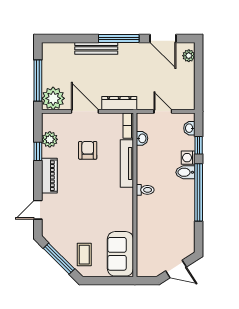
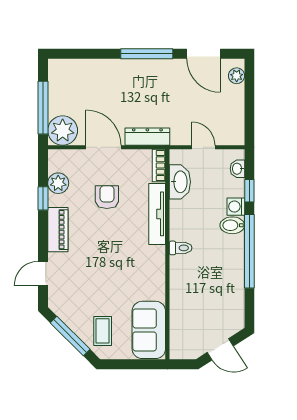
bench: (96, 48) -> (118, 66), removed
washbasin: (142, 138) -> (180, 182), width x1.91, depth x1.45

